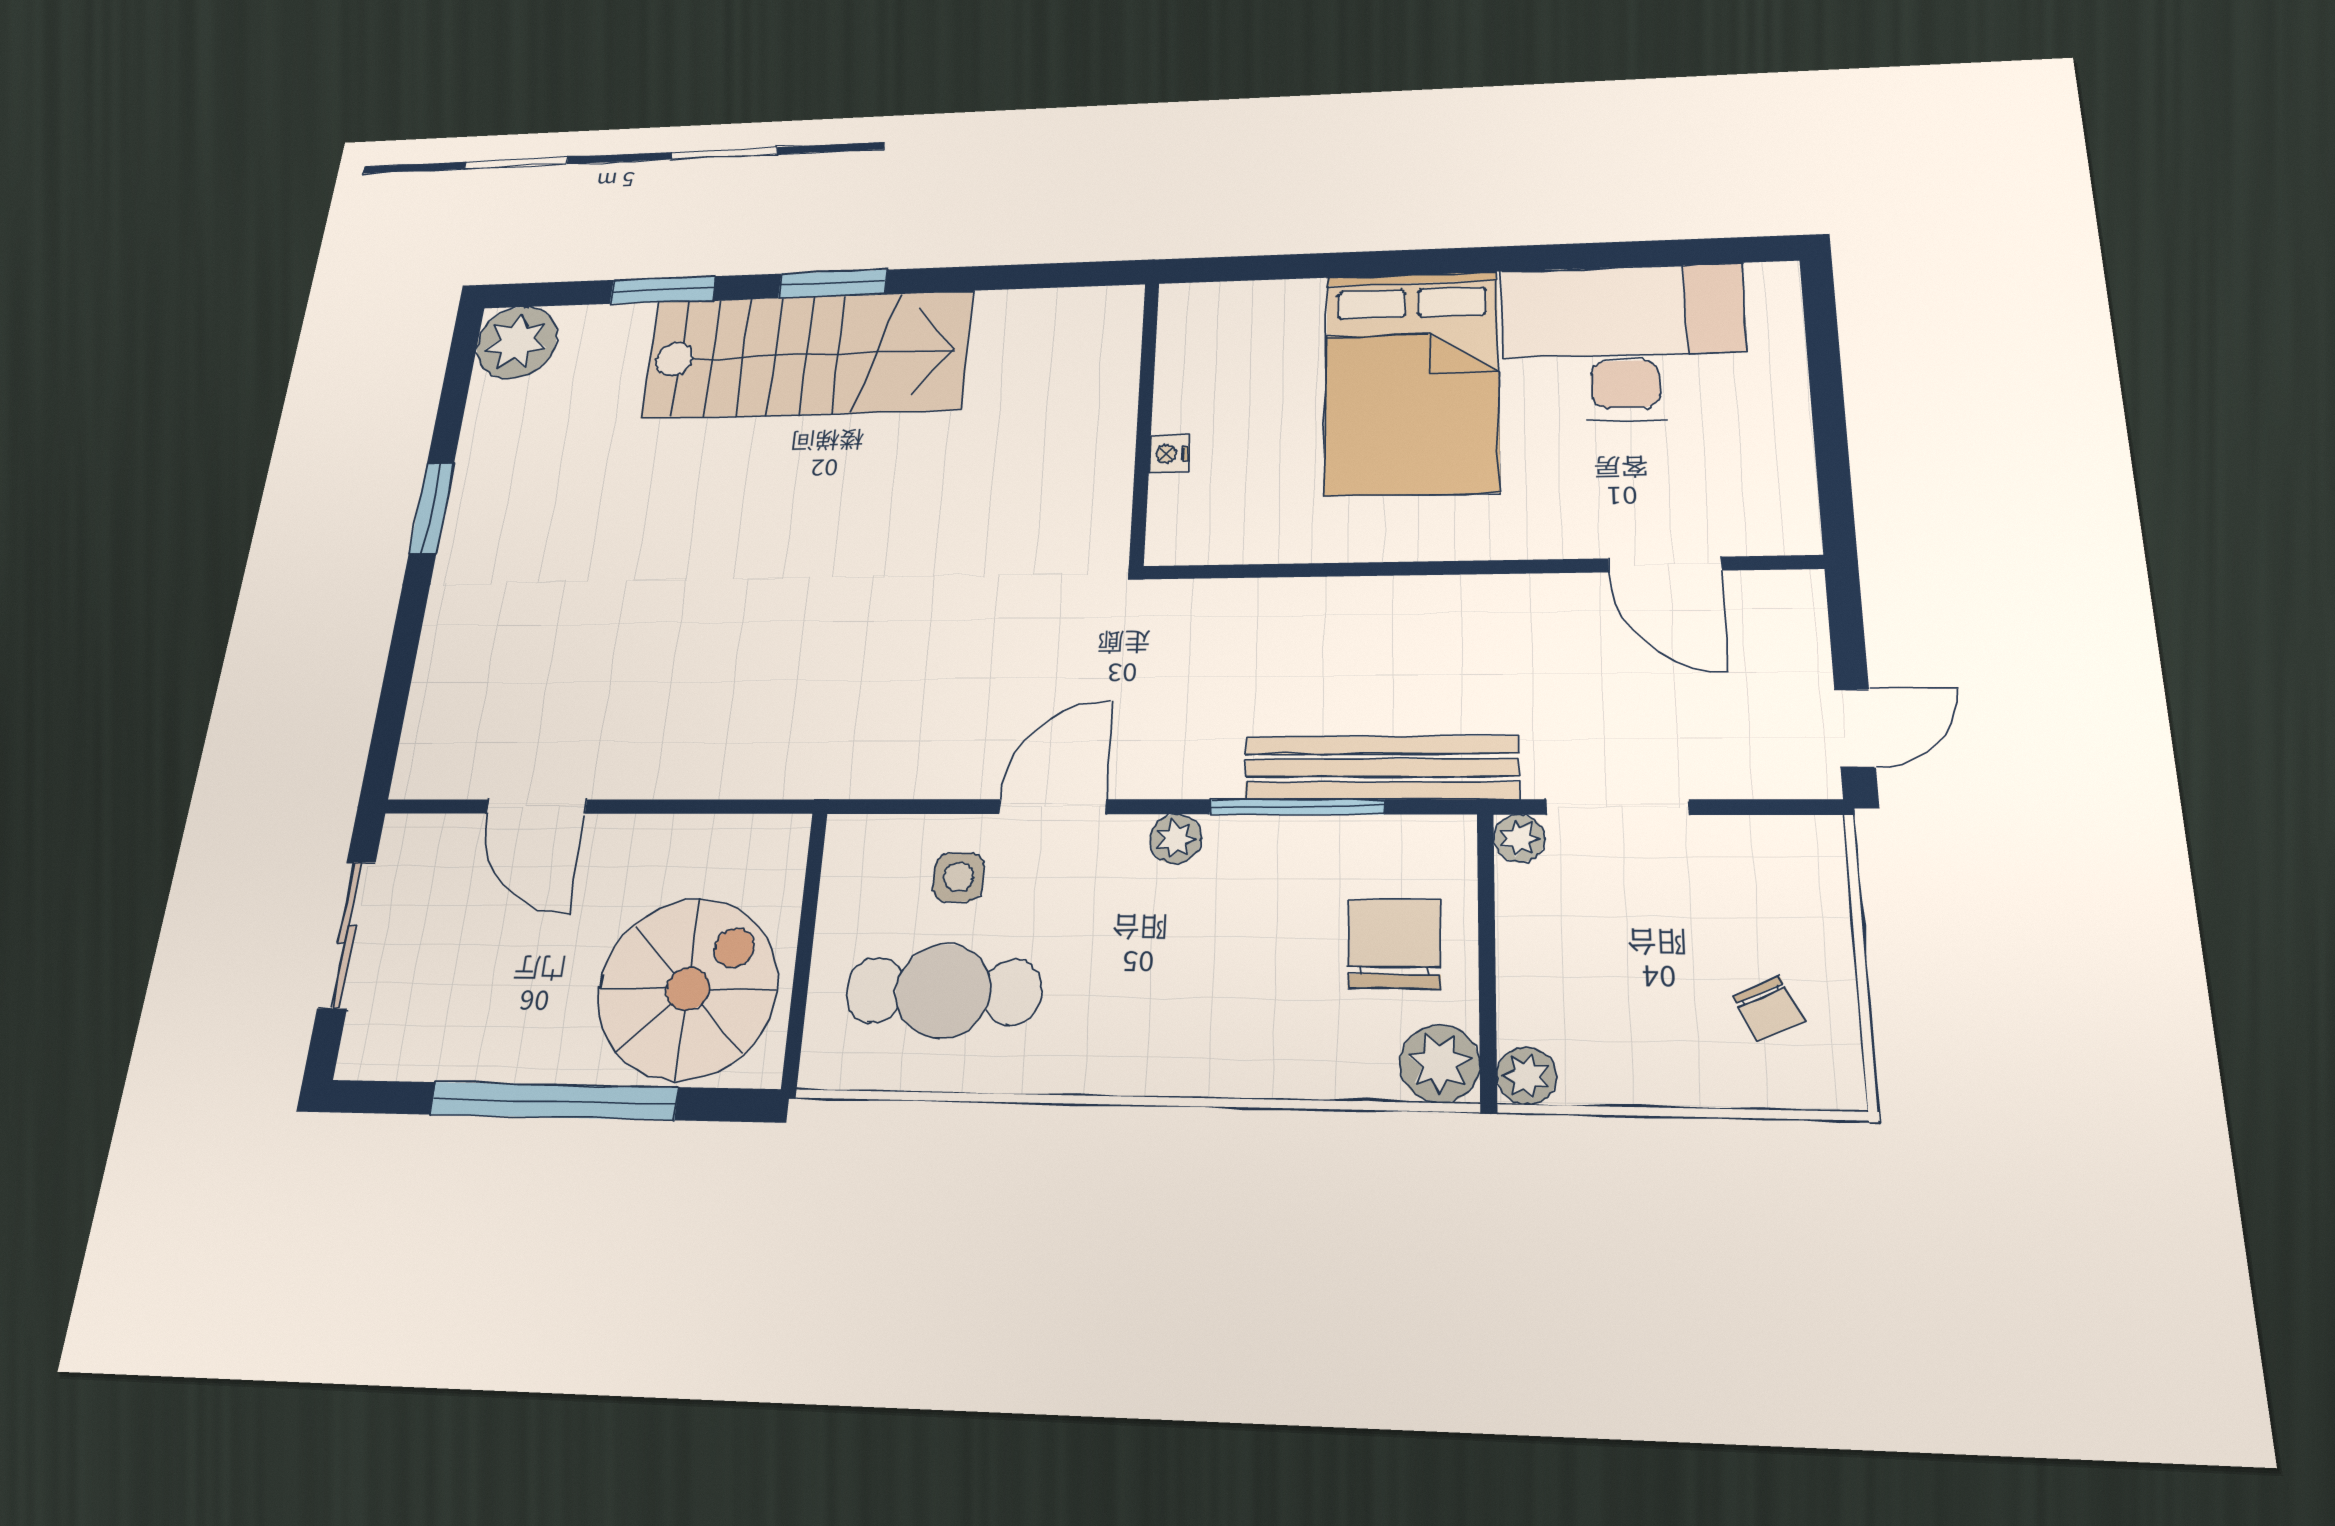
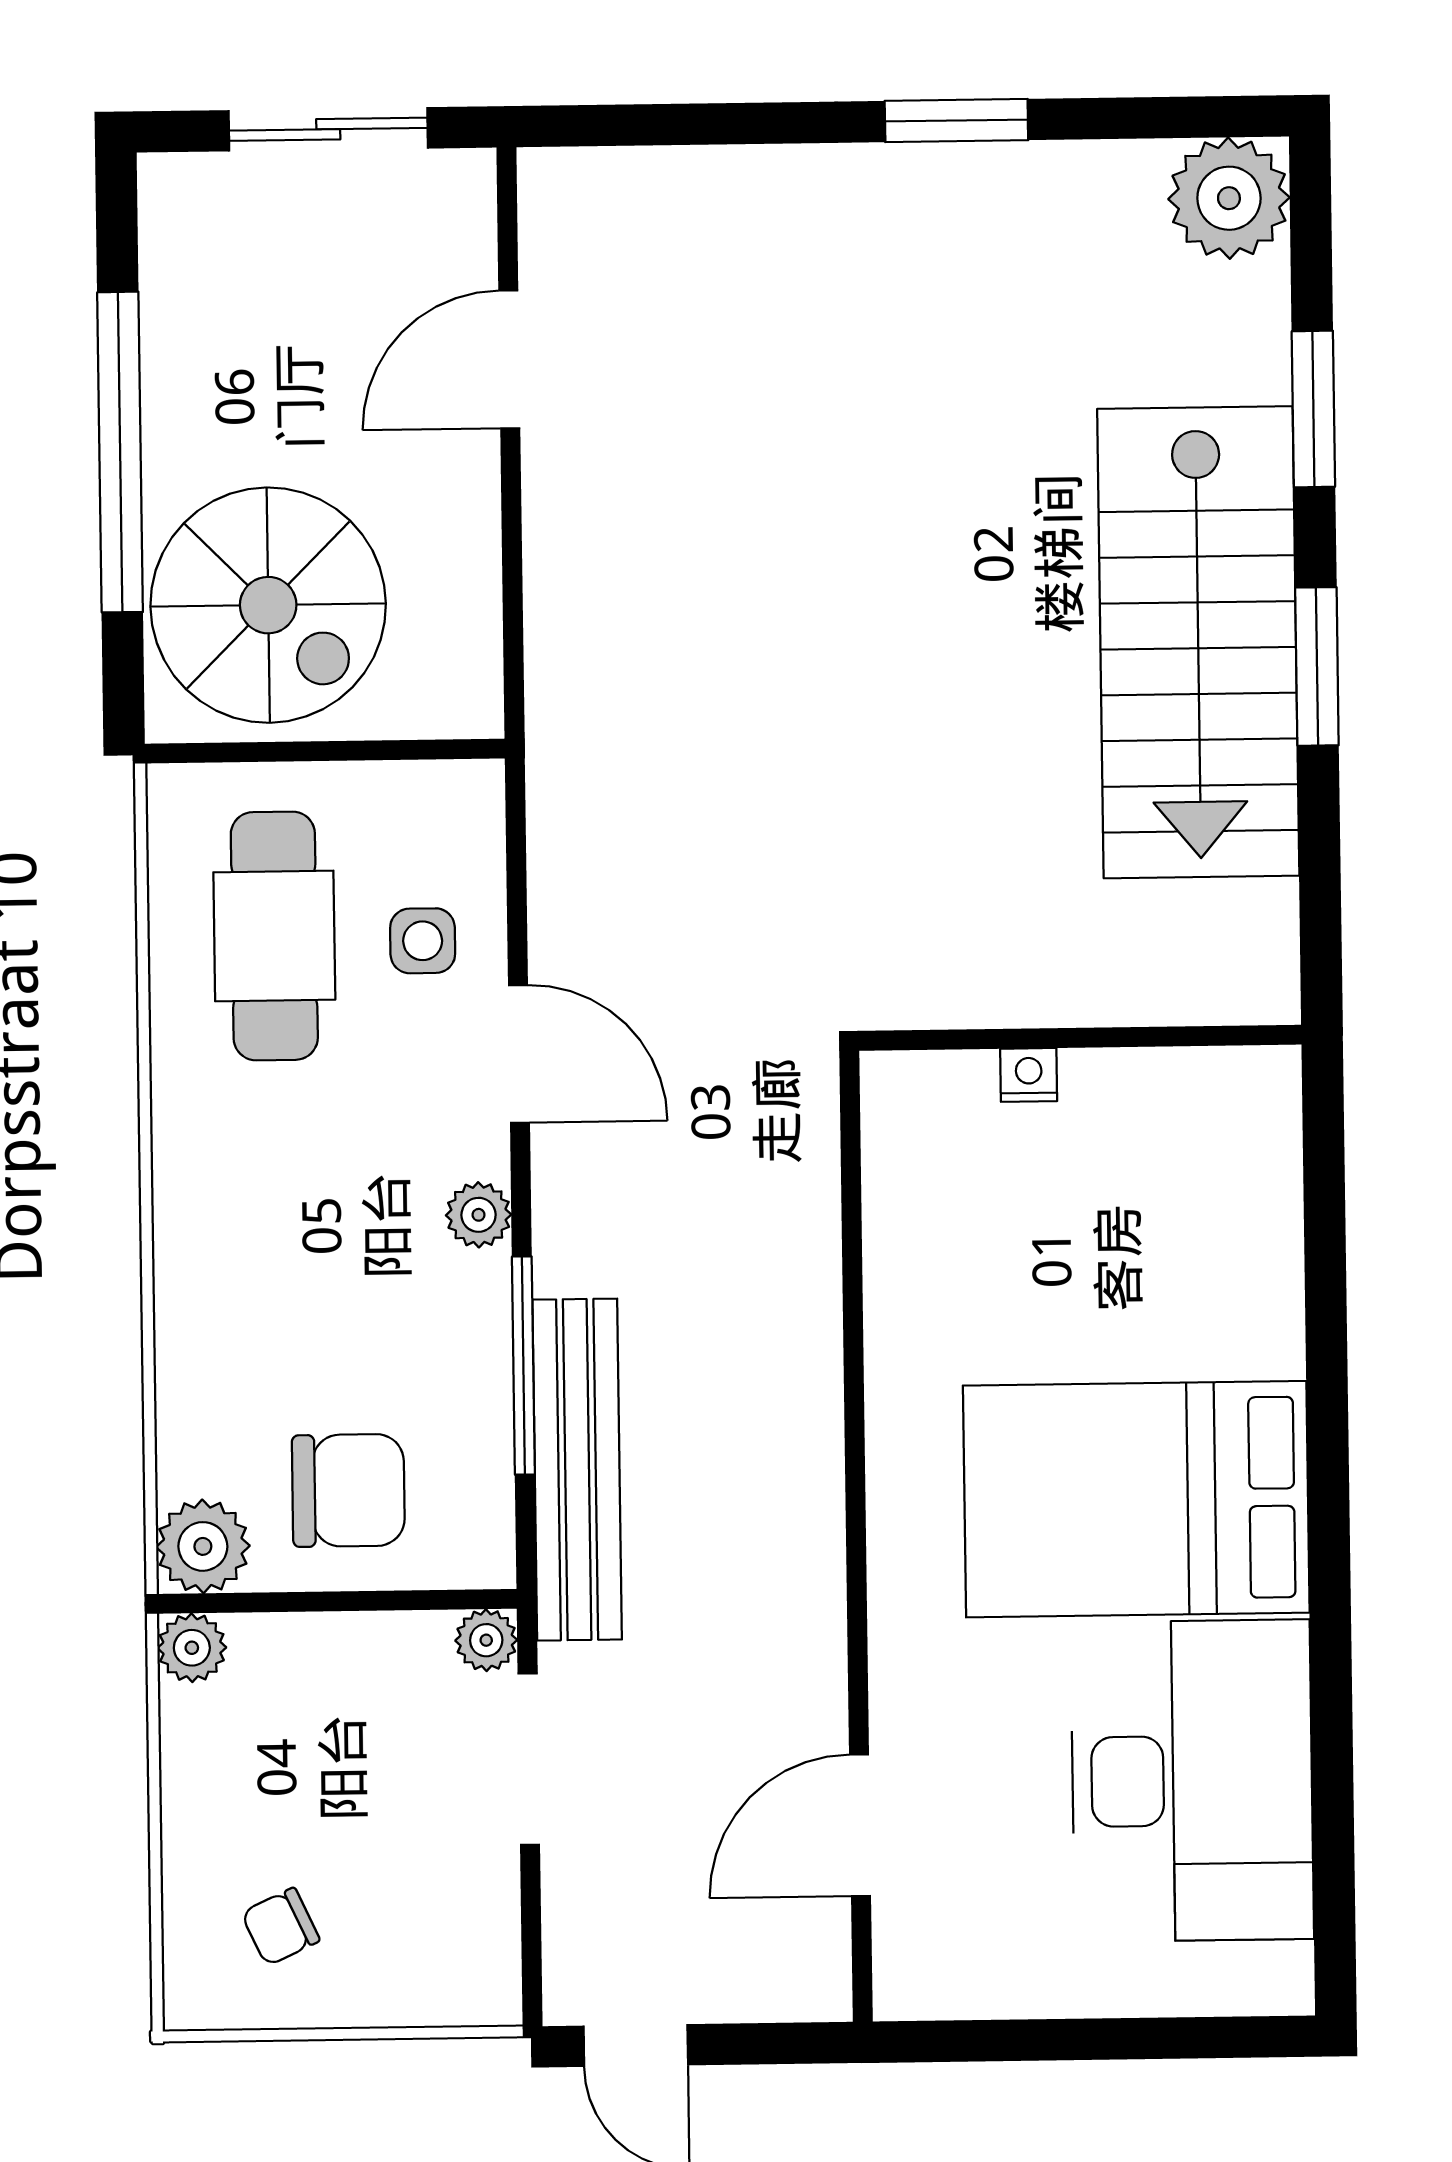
wall: (1144, 421) -> (1080, 1038), moved
nightstand: (1169, 454) -> (1029, 1075), moved

